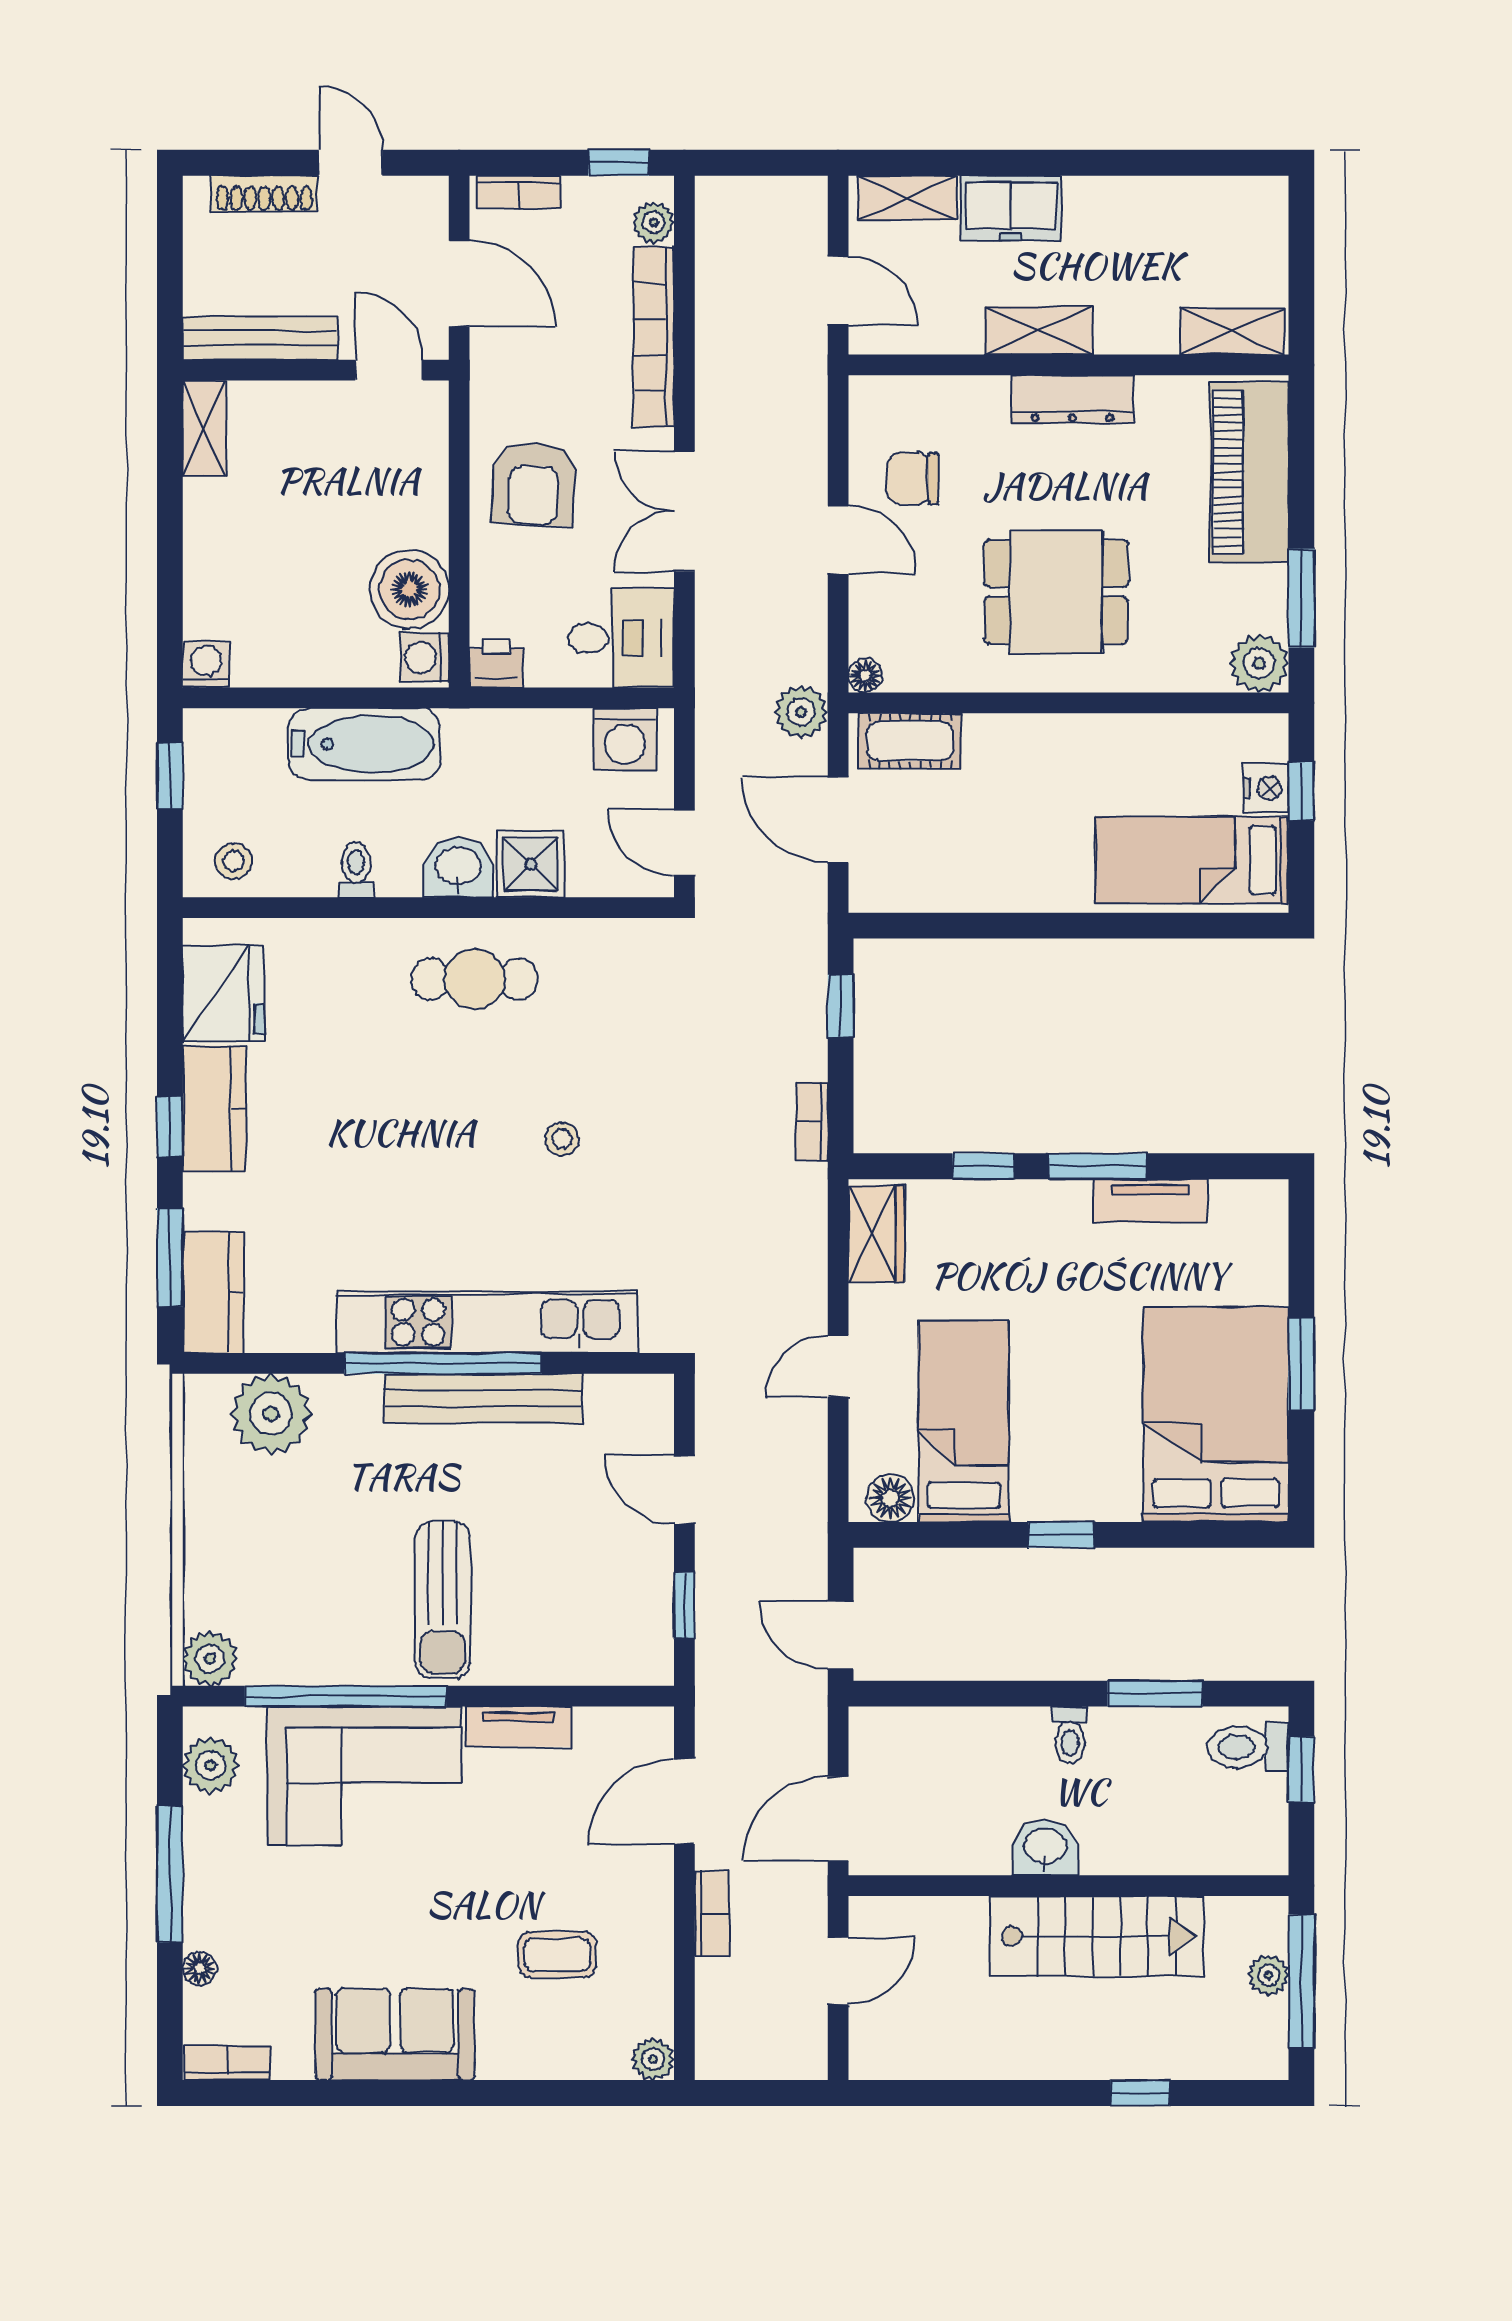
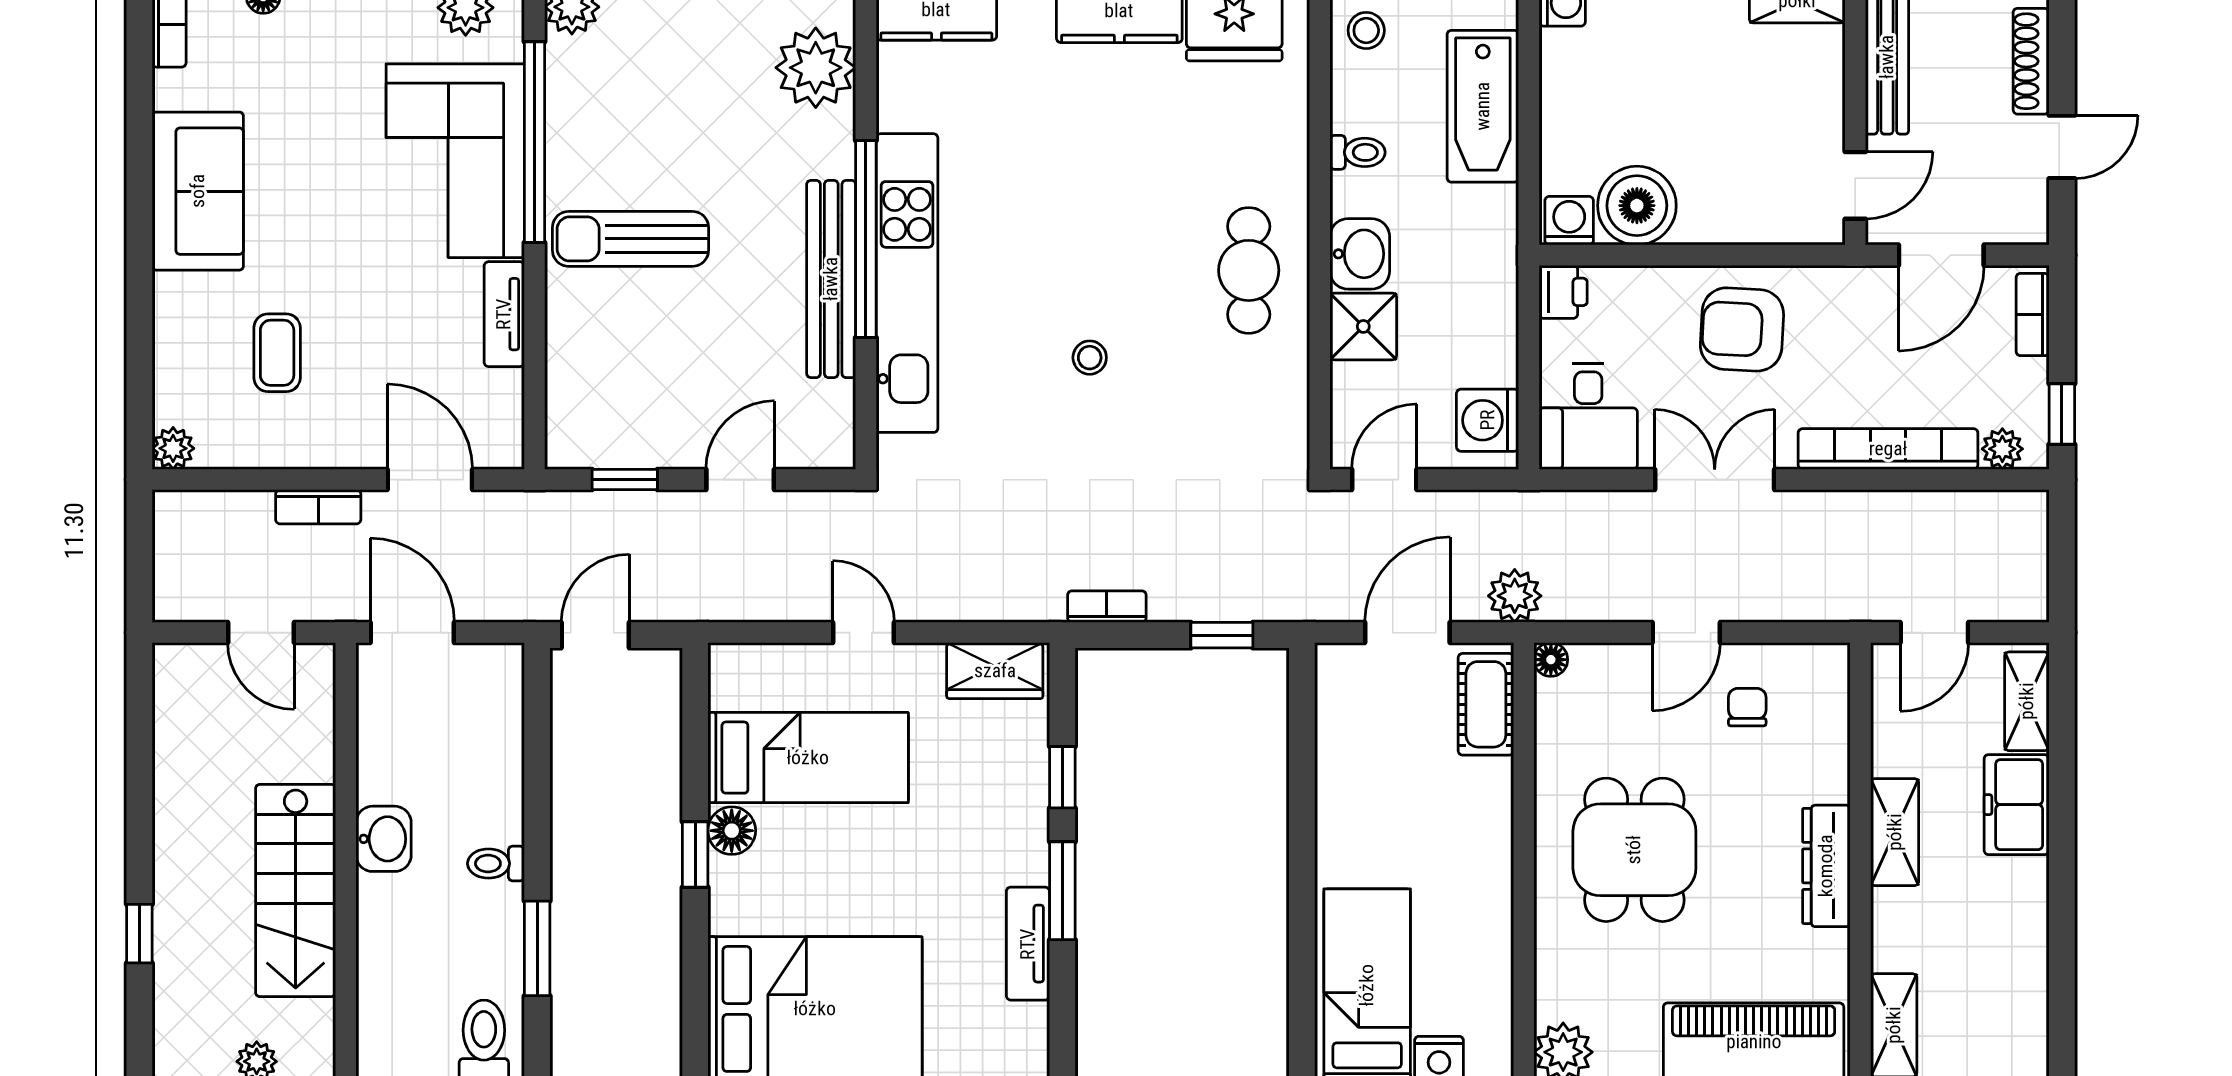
chair: (913, 479) -> (1747, 707), width x0.73, depth x0.73
bathtub: (364, 744) -> (1483, 106), moved
floor lamp: (890, 1498) -> (732, 831), moved

